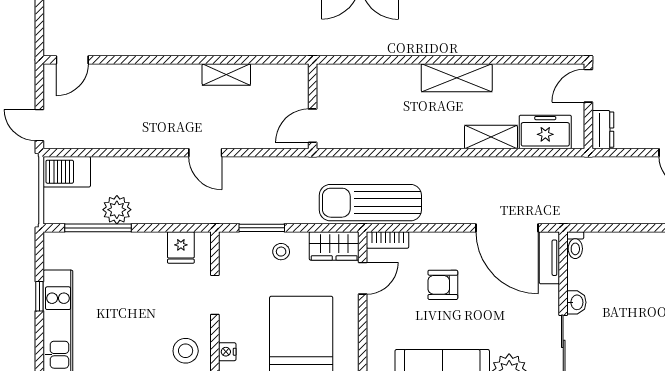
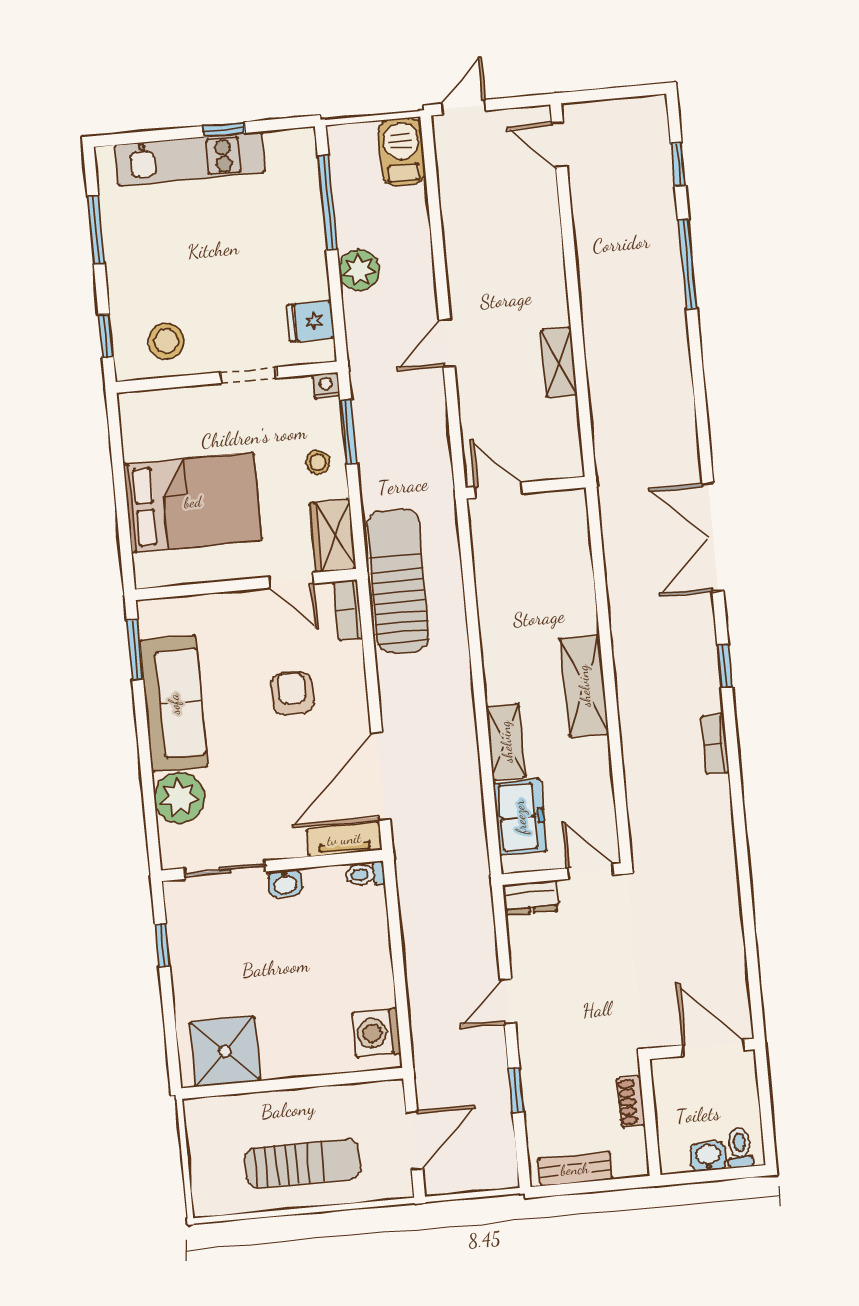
plant: (117, 210) -> (359, 270), moved
nightstand: (227, 352) -> (326, 385), moved

